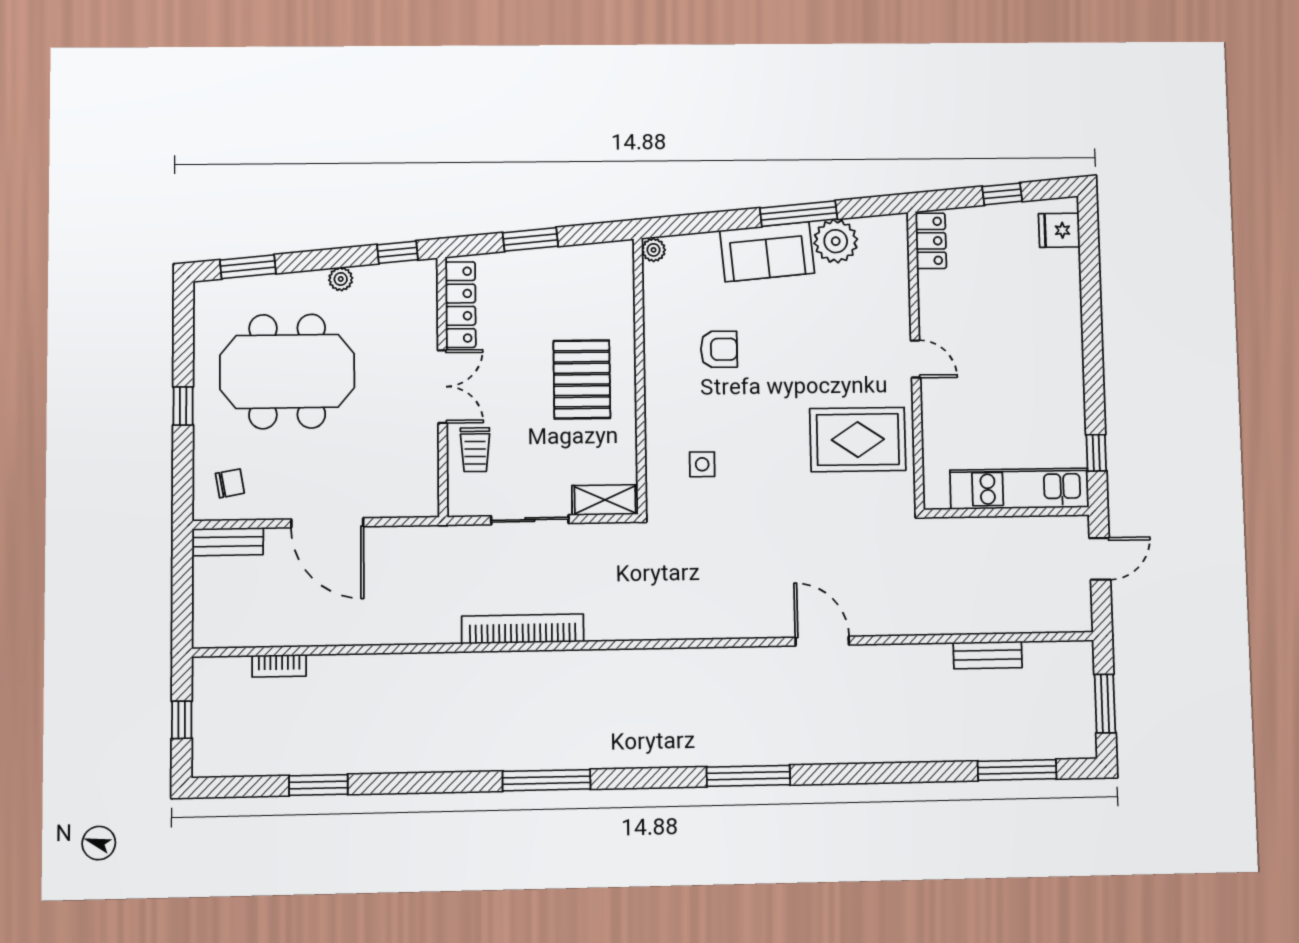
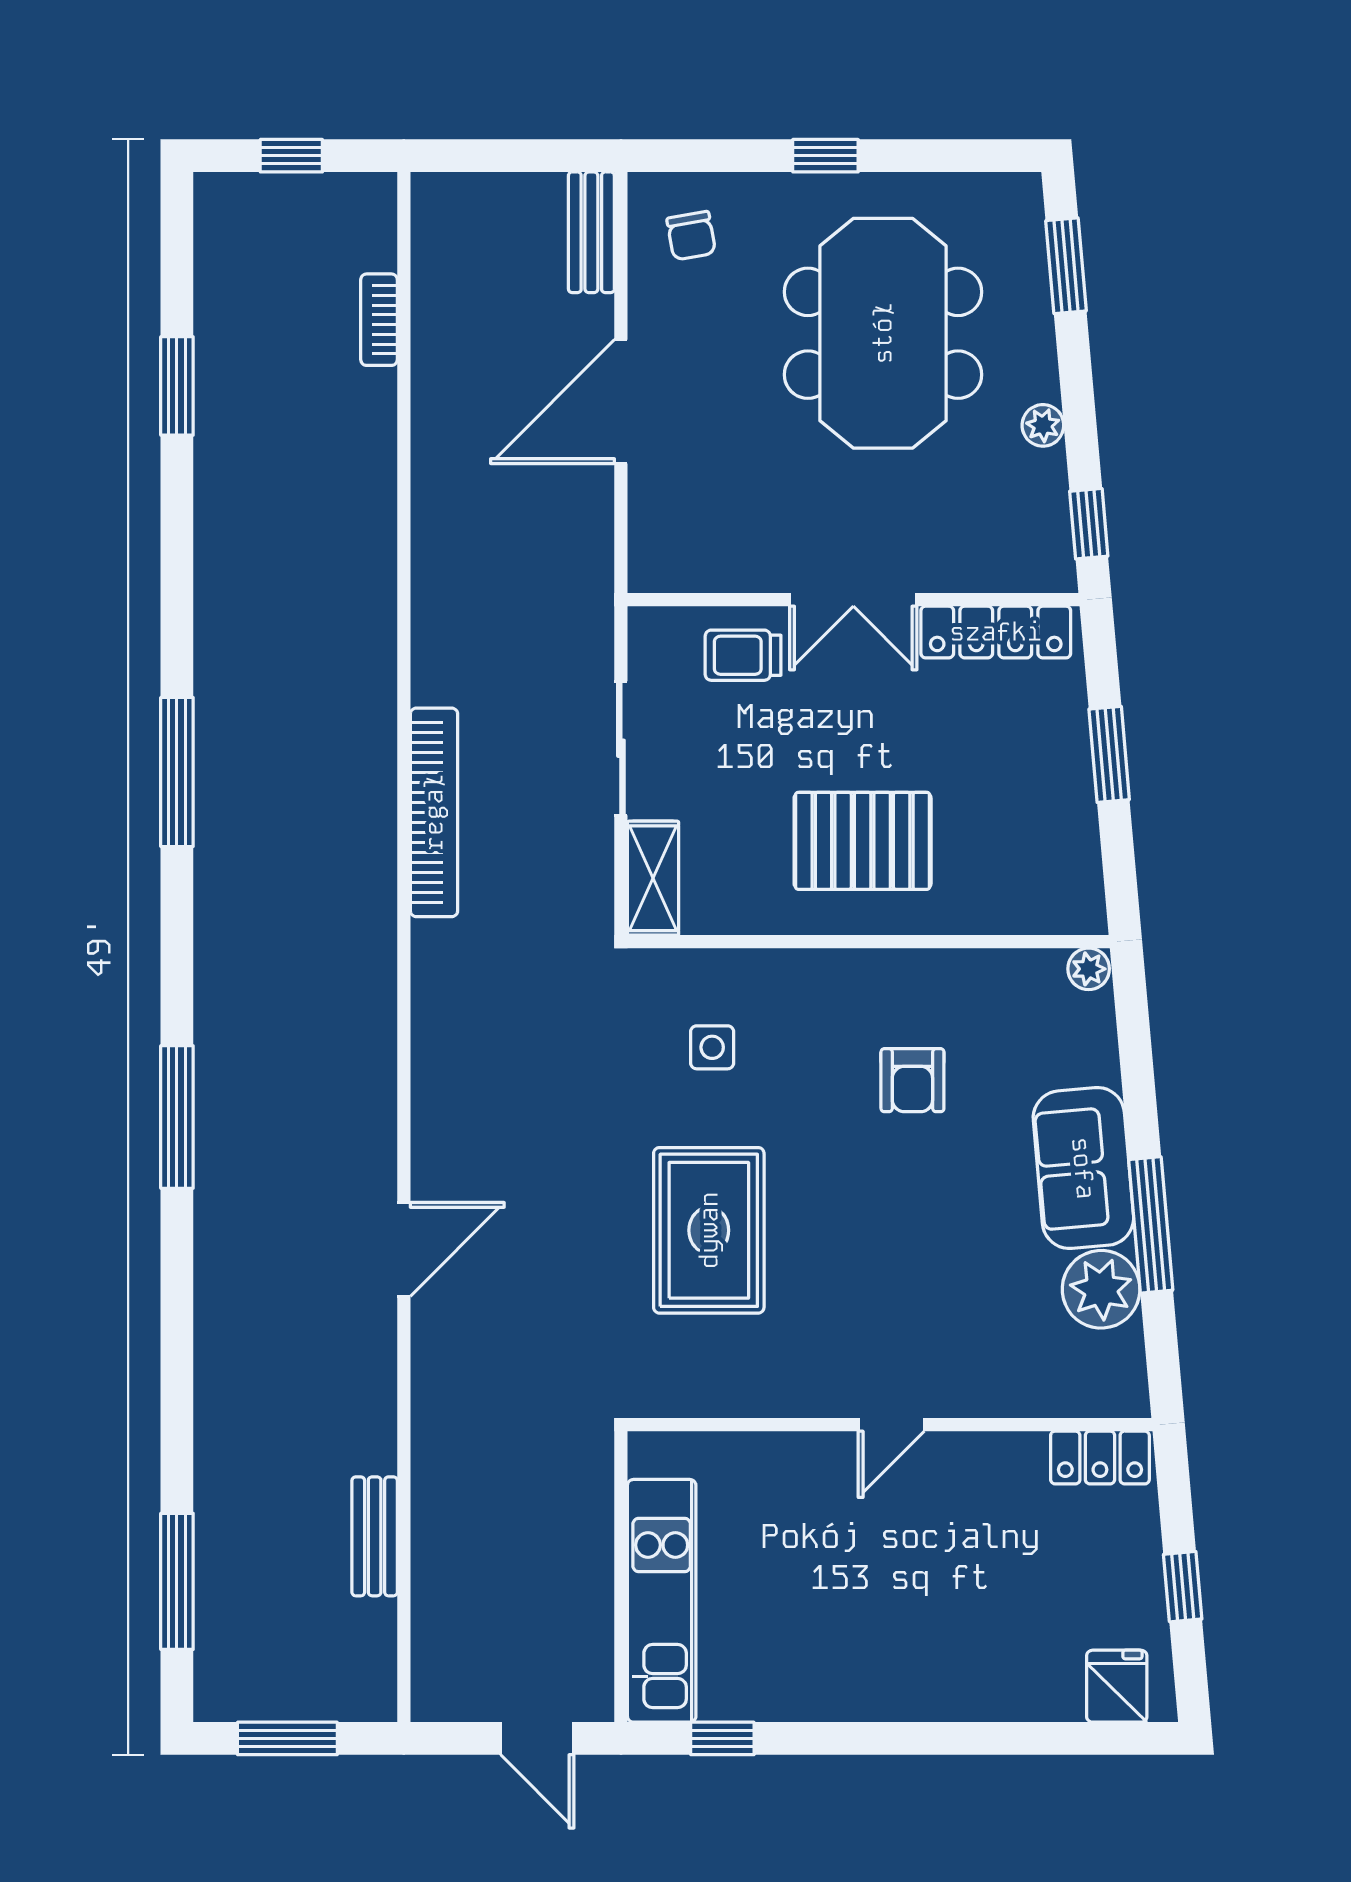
rug: (858, 440) -> (709, 1230), moved
bookcase: (523, 629) -> (434, 812), moved

